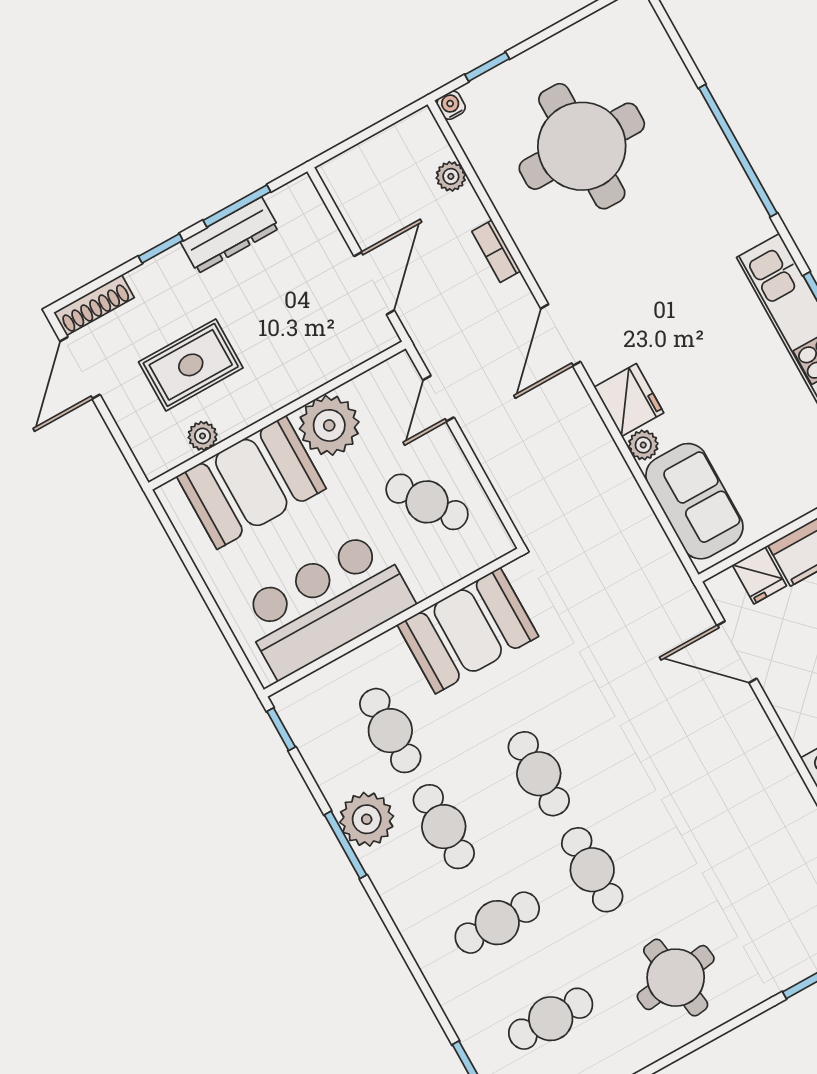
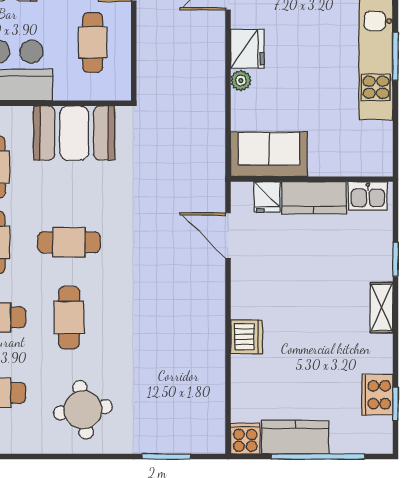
sofa: (694, 501) -> (269, 154), moved, turned -90
cafe table: (427, 502) -> (93, 43), turned 35
cafe table: (539, 774) -> (69, 242), turned 90

